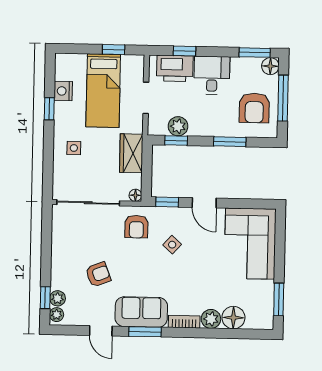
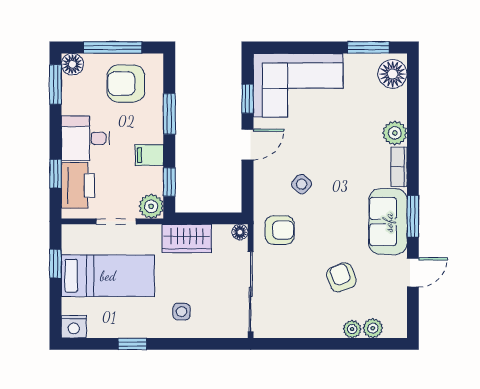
nightstand: (63, 91) -> (74, 327), moved
armchair: (254, 108) -> (126, 84), turned 180
filing cabinet: (198, 125) -> (149, 155), added
plant: (178, 126) -> (151, 206), moved
window: (167, 202) -> (248, 99), moved
window: (45, 298) -> (372, 344), removed
plant: (57, 315) -> (352, 329), moved
floor lamp: (233, 318) -> (393, 74), moved

